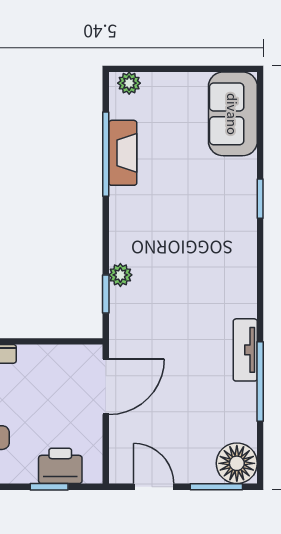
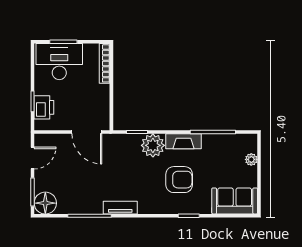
plant: (129, 83) -> (251, 159), moved
fireplace: (123, 153) -> (184, 141), moved
armchair: (193, 216) -> (179, 180), added
plant: (120, 275) -> (153, 145), width x1.88, depth x1.88
tv unit: (245, 350) -> (120, 208), moved

